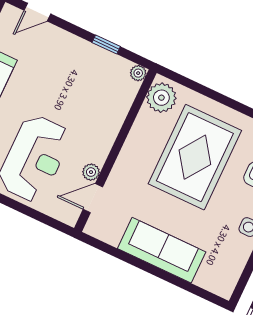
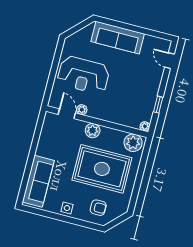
plant: (129, 161) -> (93, 131), added
sofa: (162, 250) -> (38, 181), moved

